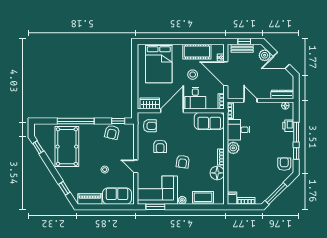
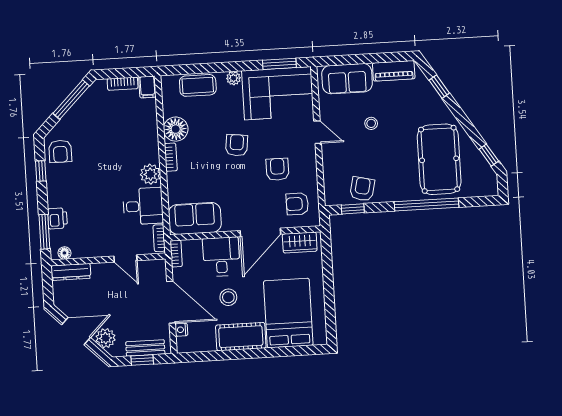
cot: (197, 52) -> (241, 337), moved
window: (296, 132) -> (44, 232), moved

